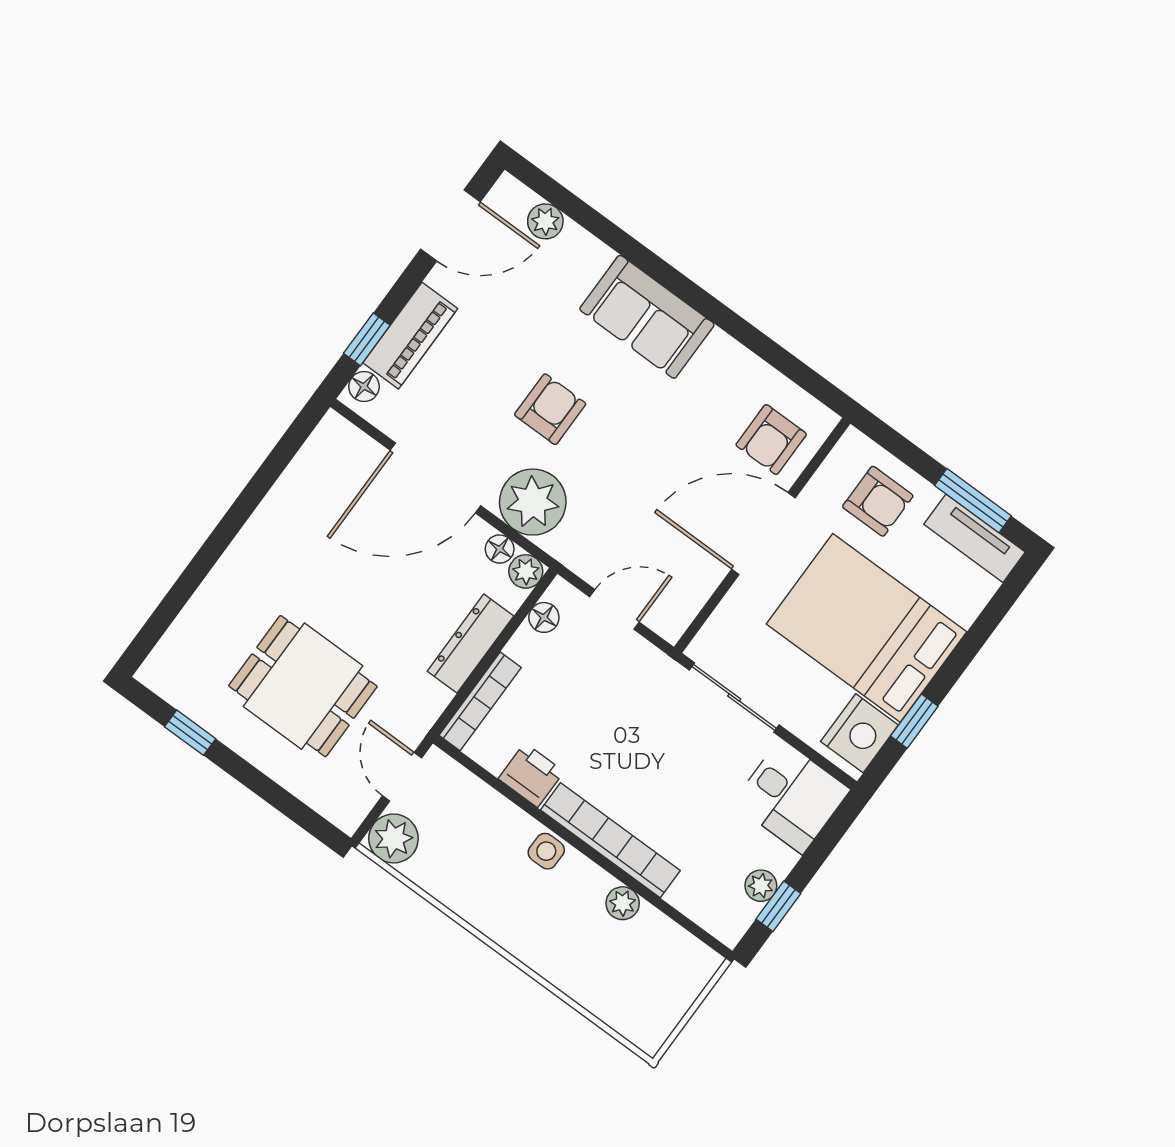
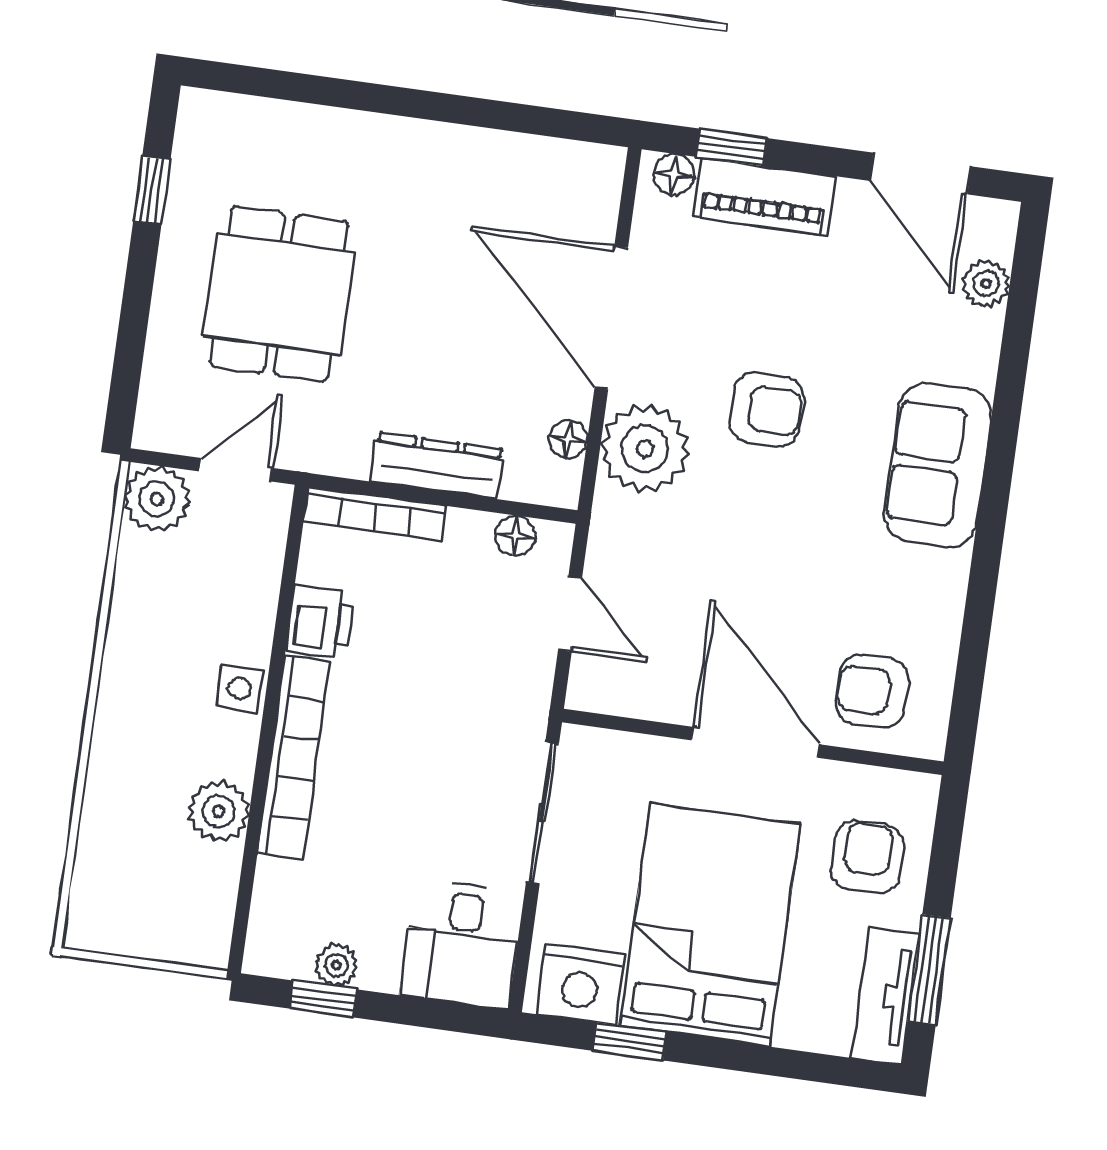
armchair: (878, 501) -> (867, 857), turned 180
plant: (526, 571) -> (558, 485), removed
plant: (623, 903) -> (219, 811), width x1.38, depth x1.38

